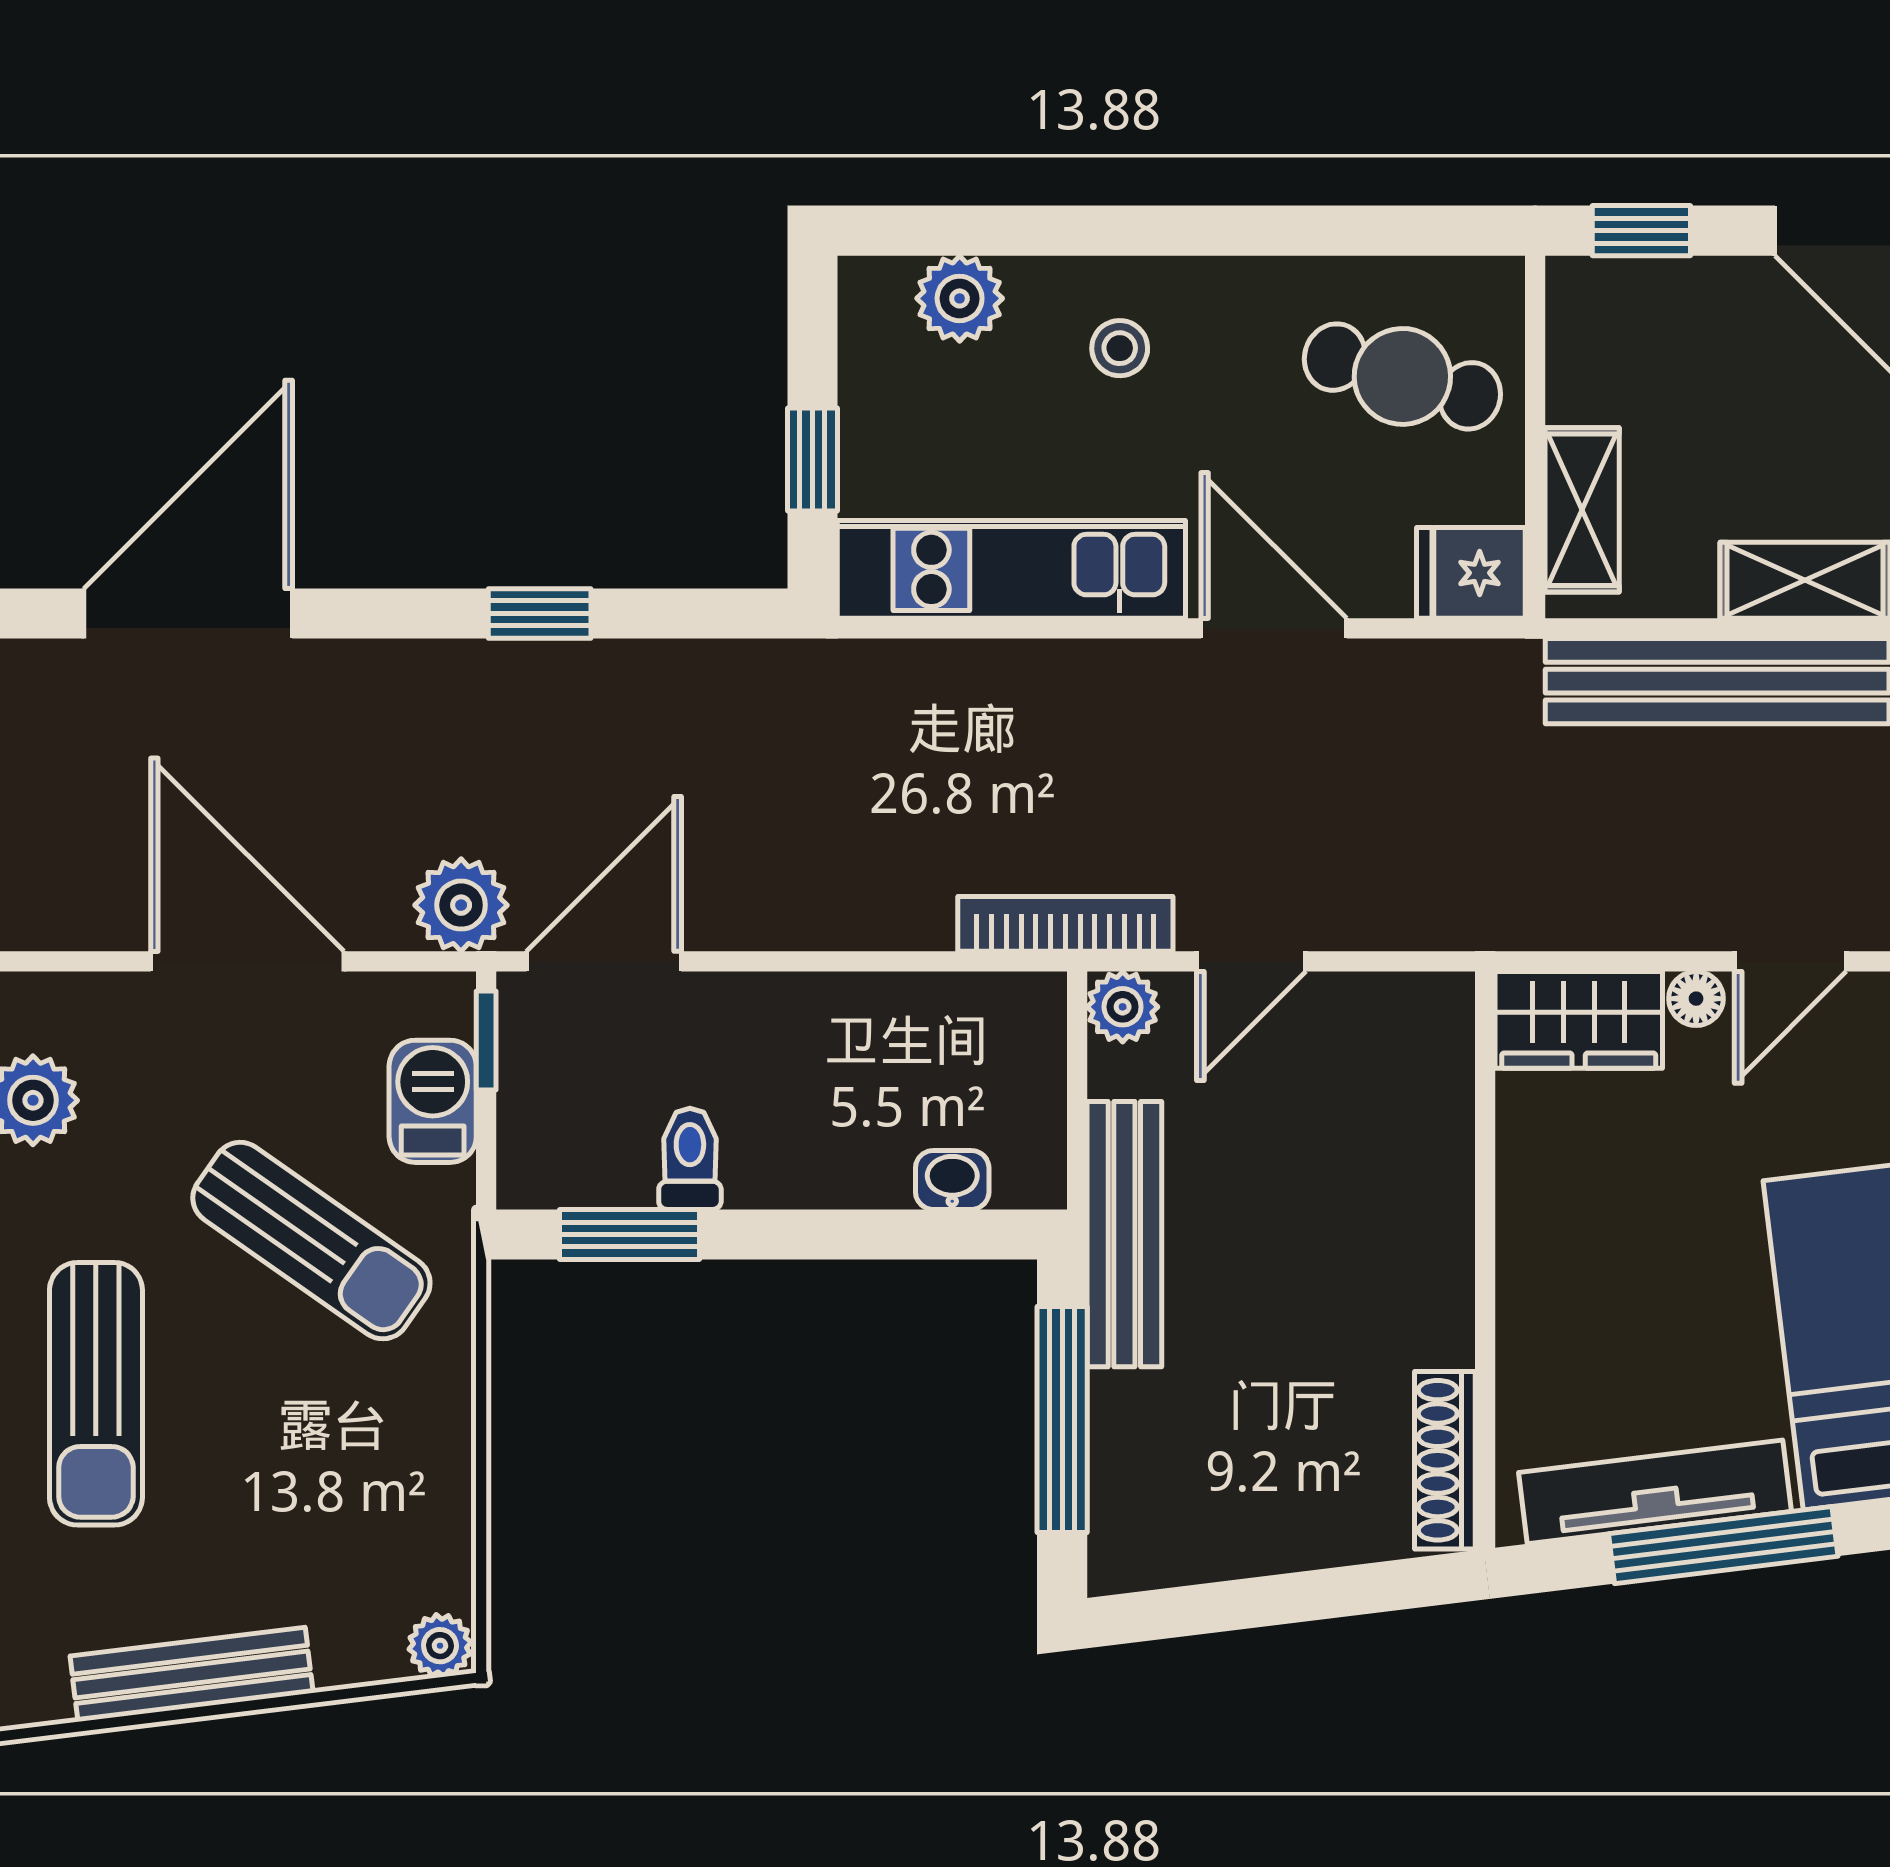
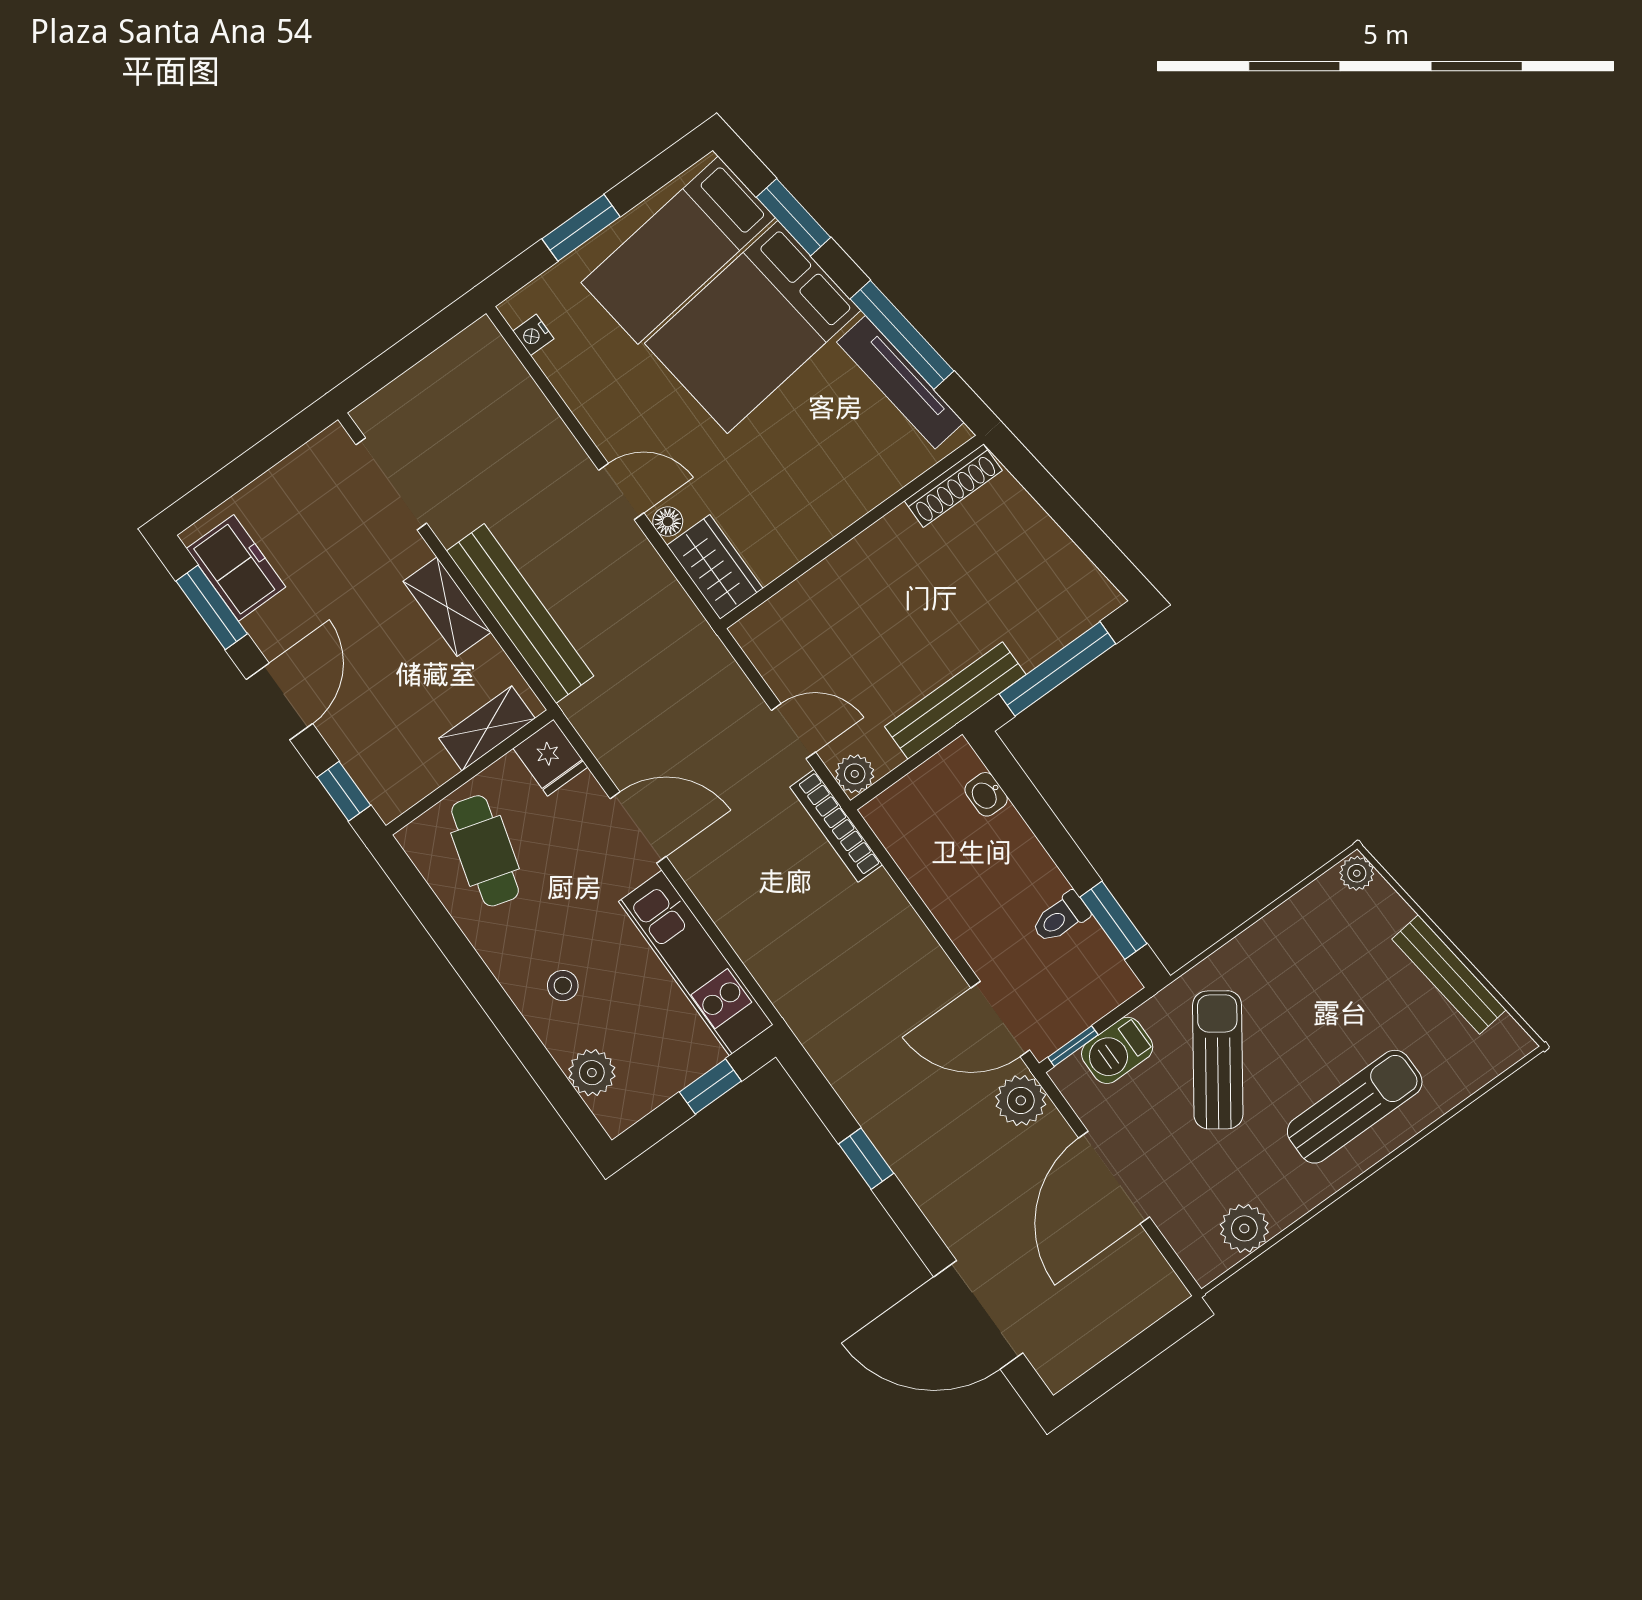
door: (1274, 628) -> (638, 827), swing flipped

